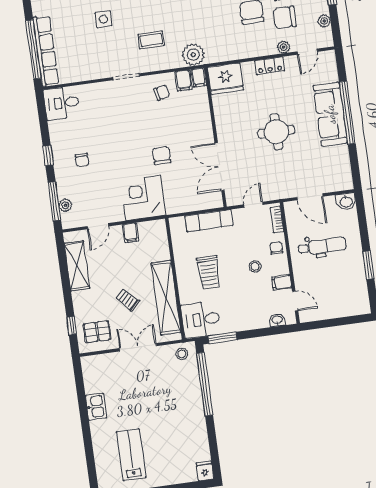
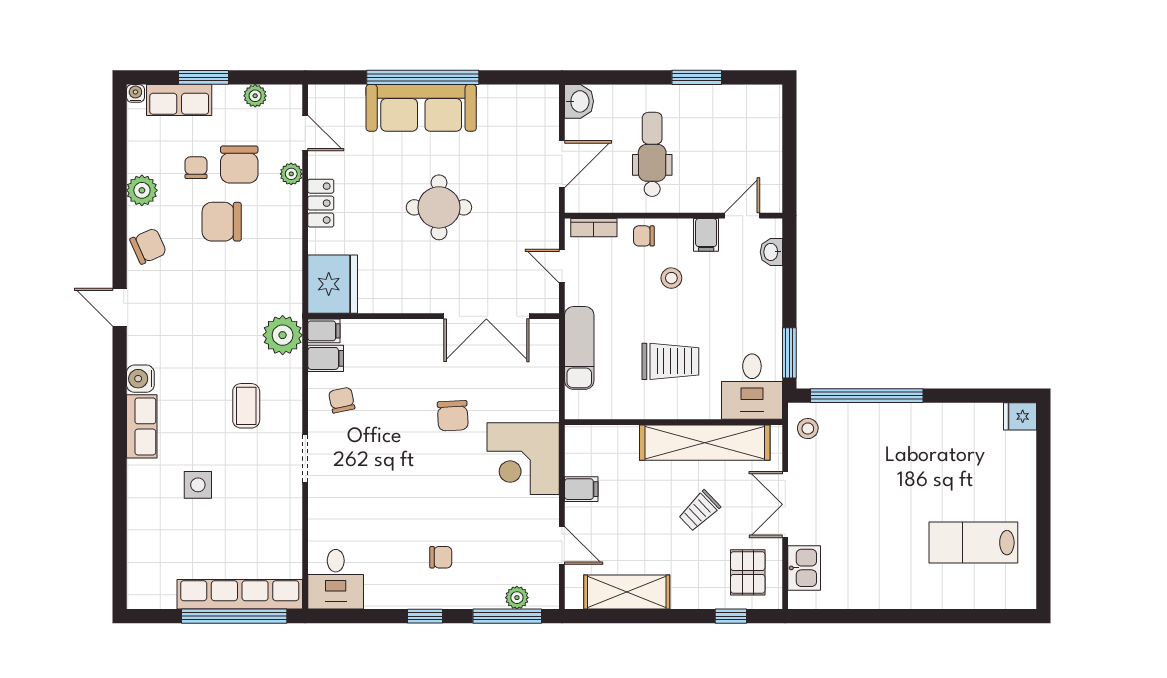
chair: (162, 155) -> (453, 416), turned -93
kitchen sink: (96, 407) -> (804, 568), moved, turned 90

